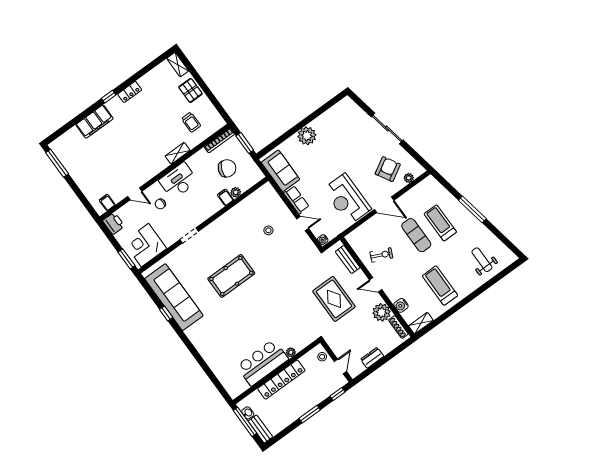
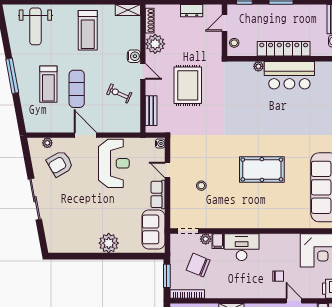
desk: (178, 181) -> (242, 247), moved, turned 180
doorway: (189, 235) -> (188, 231), moved
weight bench: (482, 260) -> (35, 26), width x1.36, depth x1.33
water cooler: (401, 305) -> (134, 56), moved

